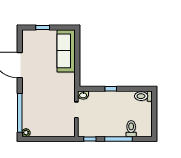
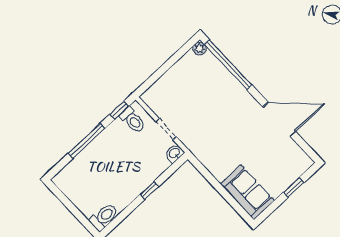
sofa: (66, 51) -> (247, 192), width x0.73
toilet: (131, 129) -> (133, 120), moved

